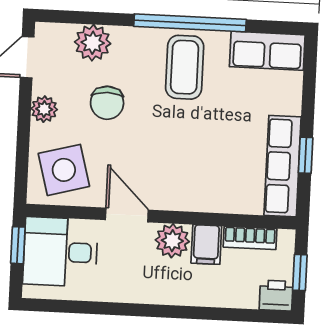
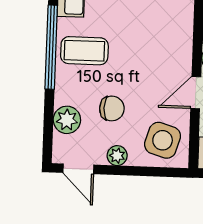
side table: (64, 170) -> (163, 140), turned 32

